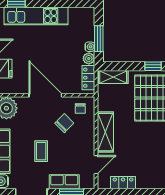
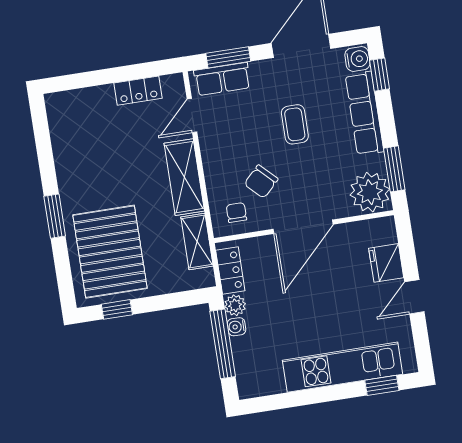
window: (99, 39) -> (223, 344), width x1.44
shelving: (113, 77) -> (197, 242), moved, turned 90
door: (45, 95) -> (303, 227), hinge flipped
row of seats: (64, 182) -> (222, 79), moved

